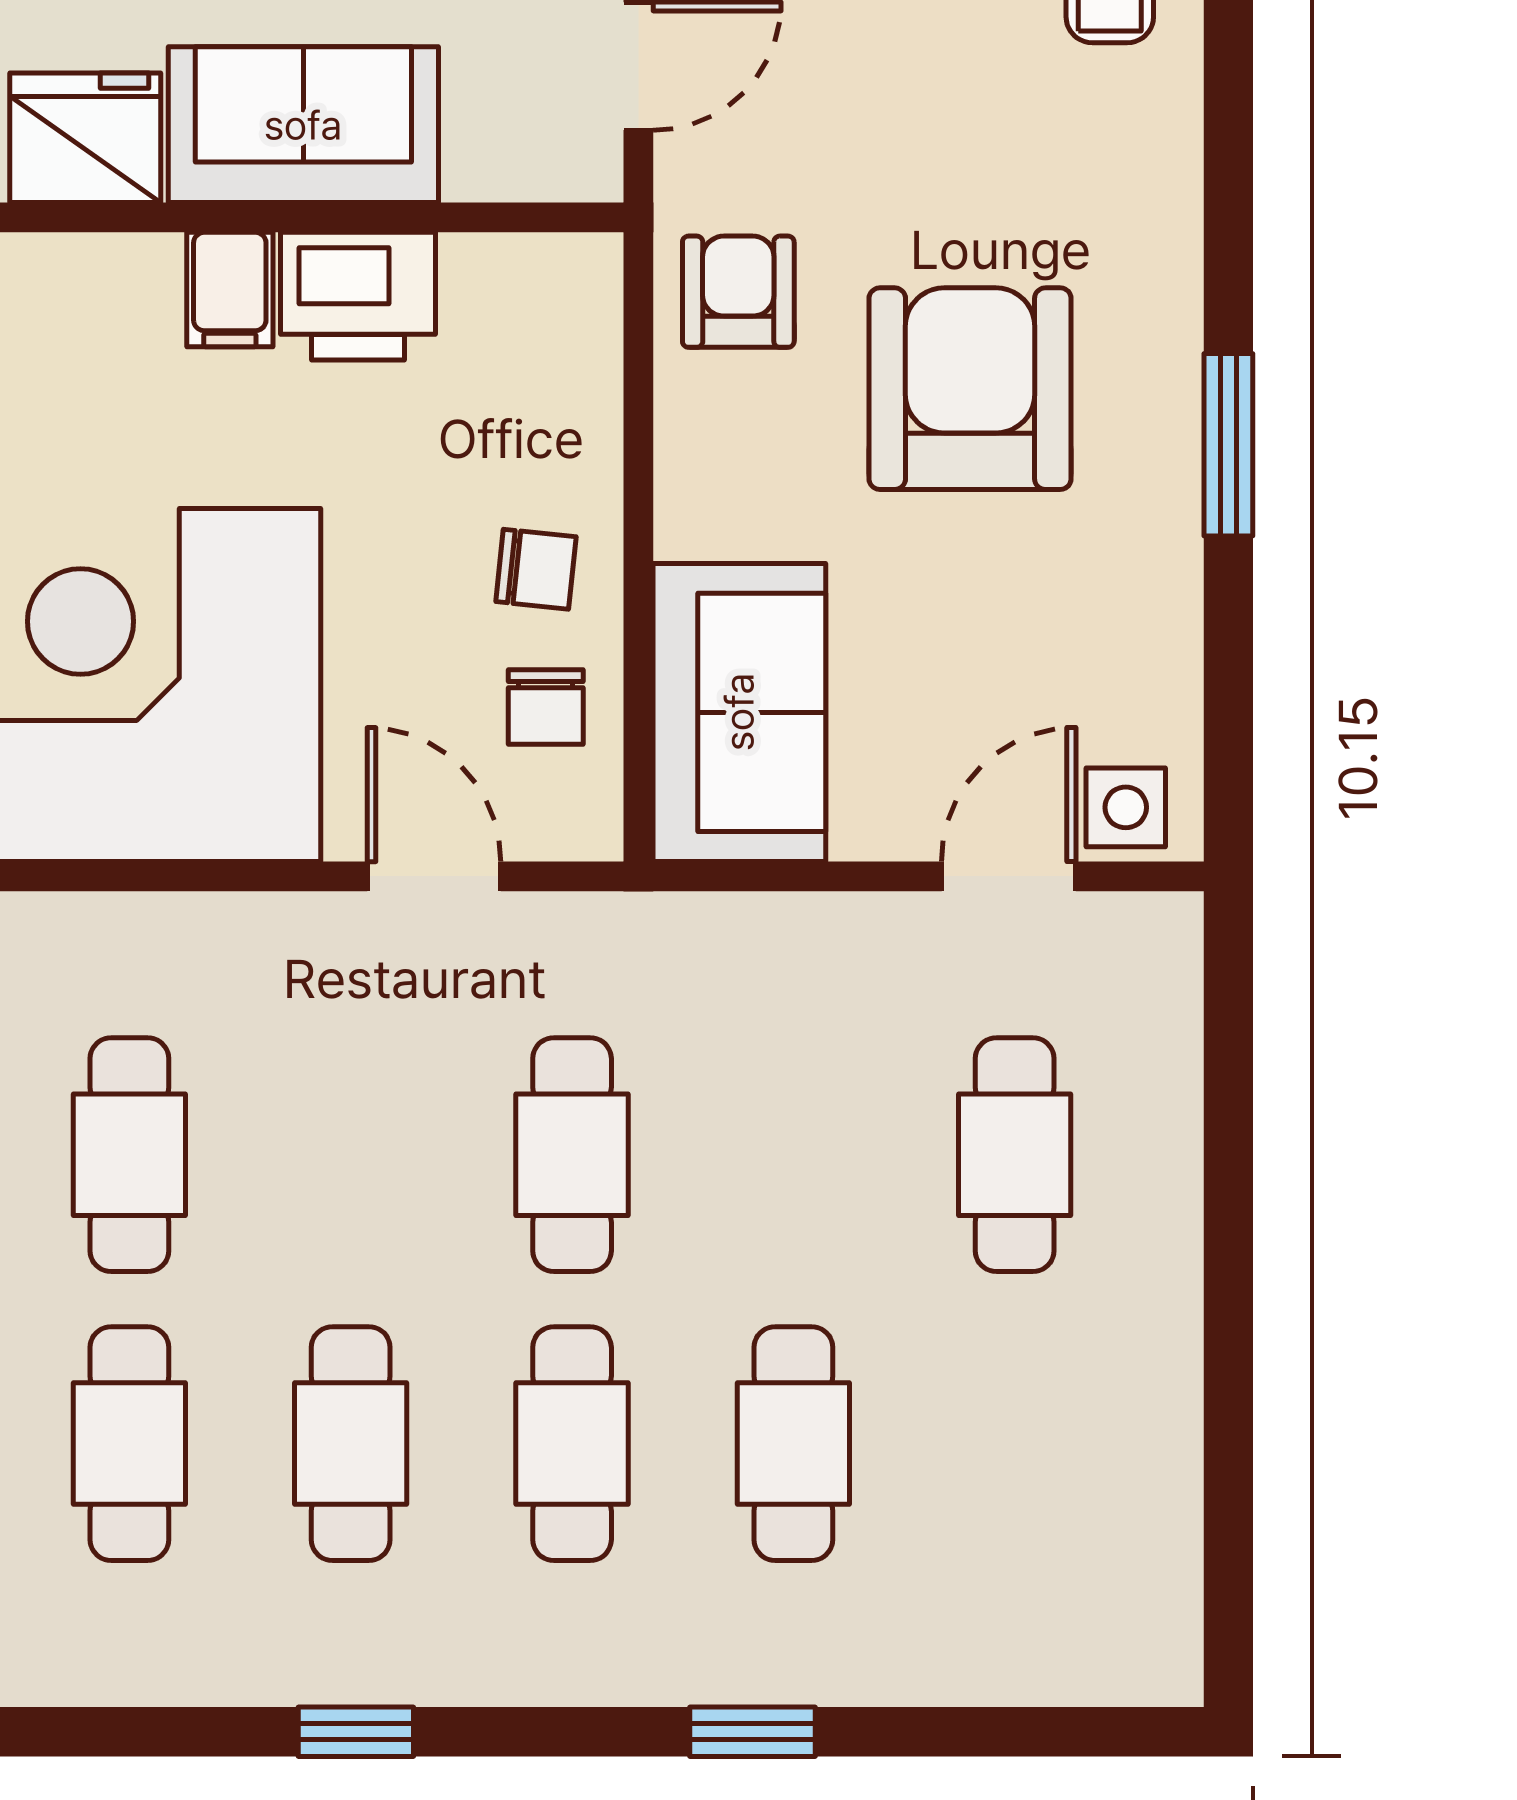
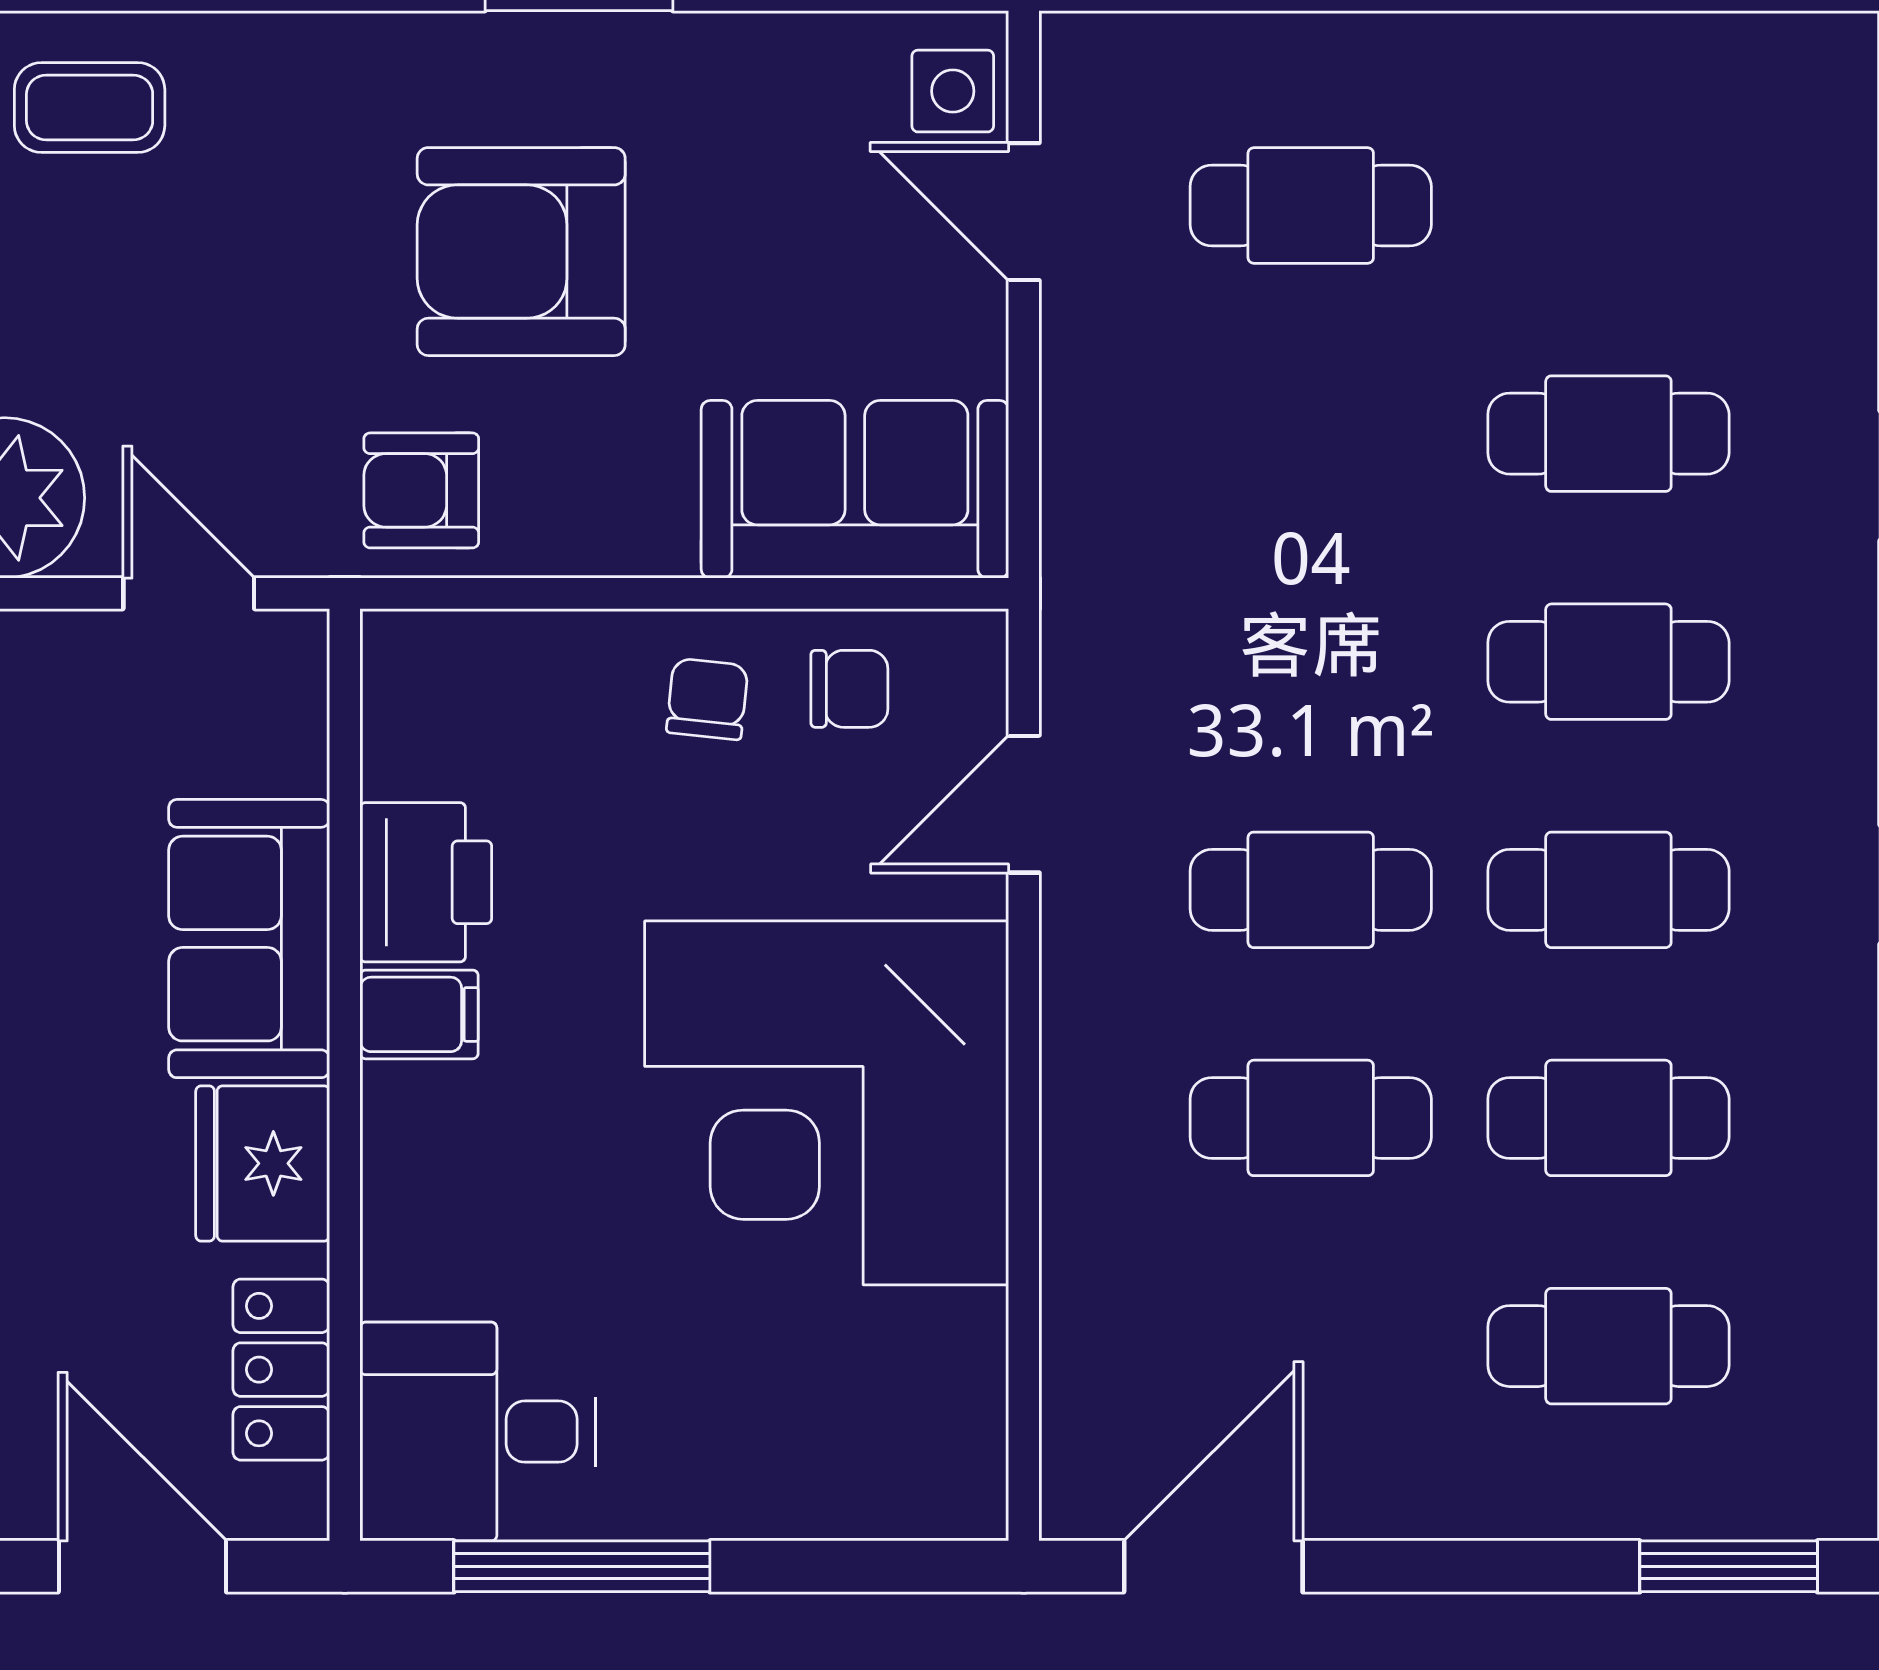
cafe table: (572, 1155) -> (1311, 890), moved

